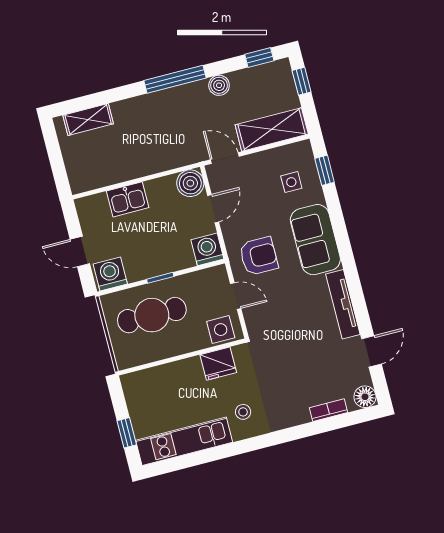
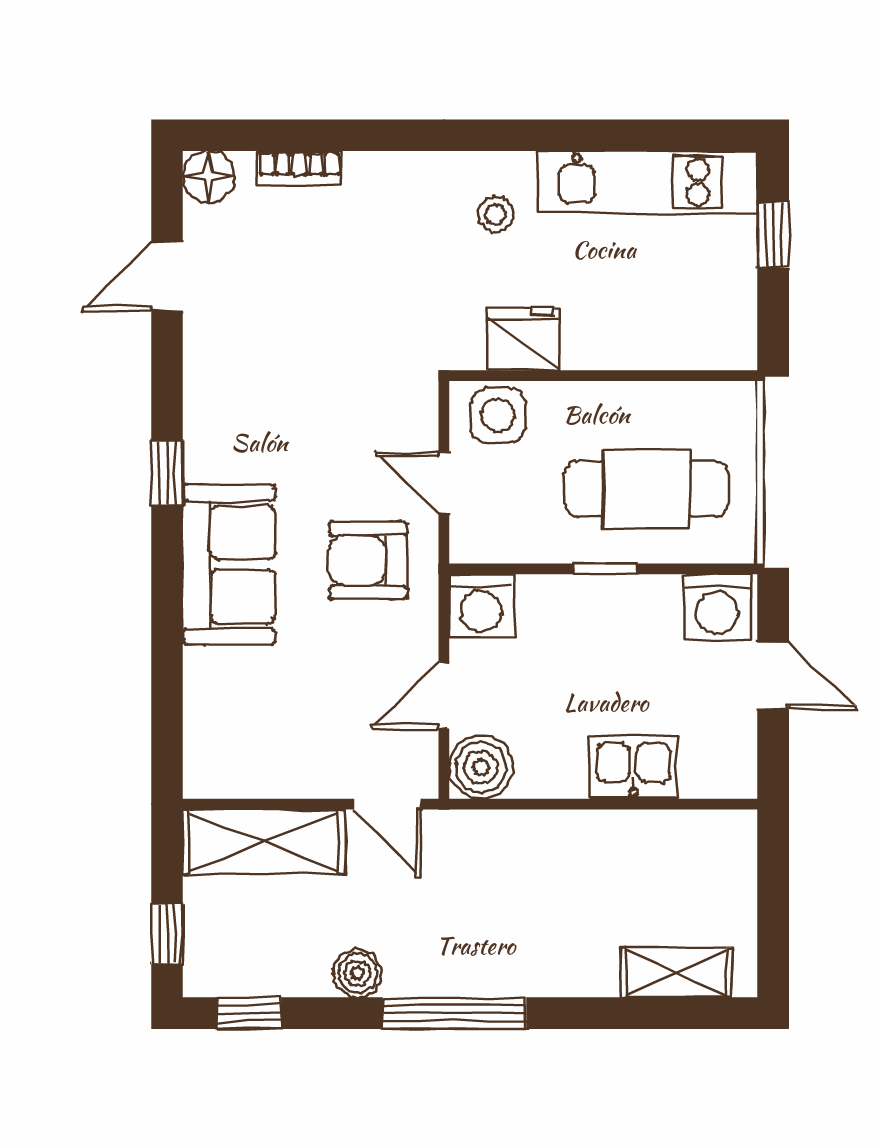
window: (325, 170) -> (167, 473), moved
side table: (291, 182) -> (250, 710), removed
tv unit: (343, 304) -> (204, 401), removed

